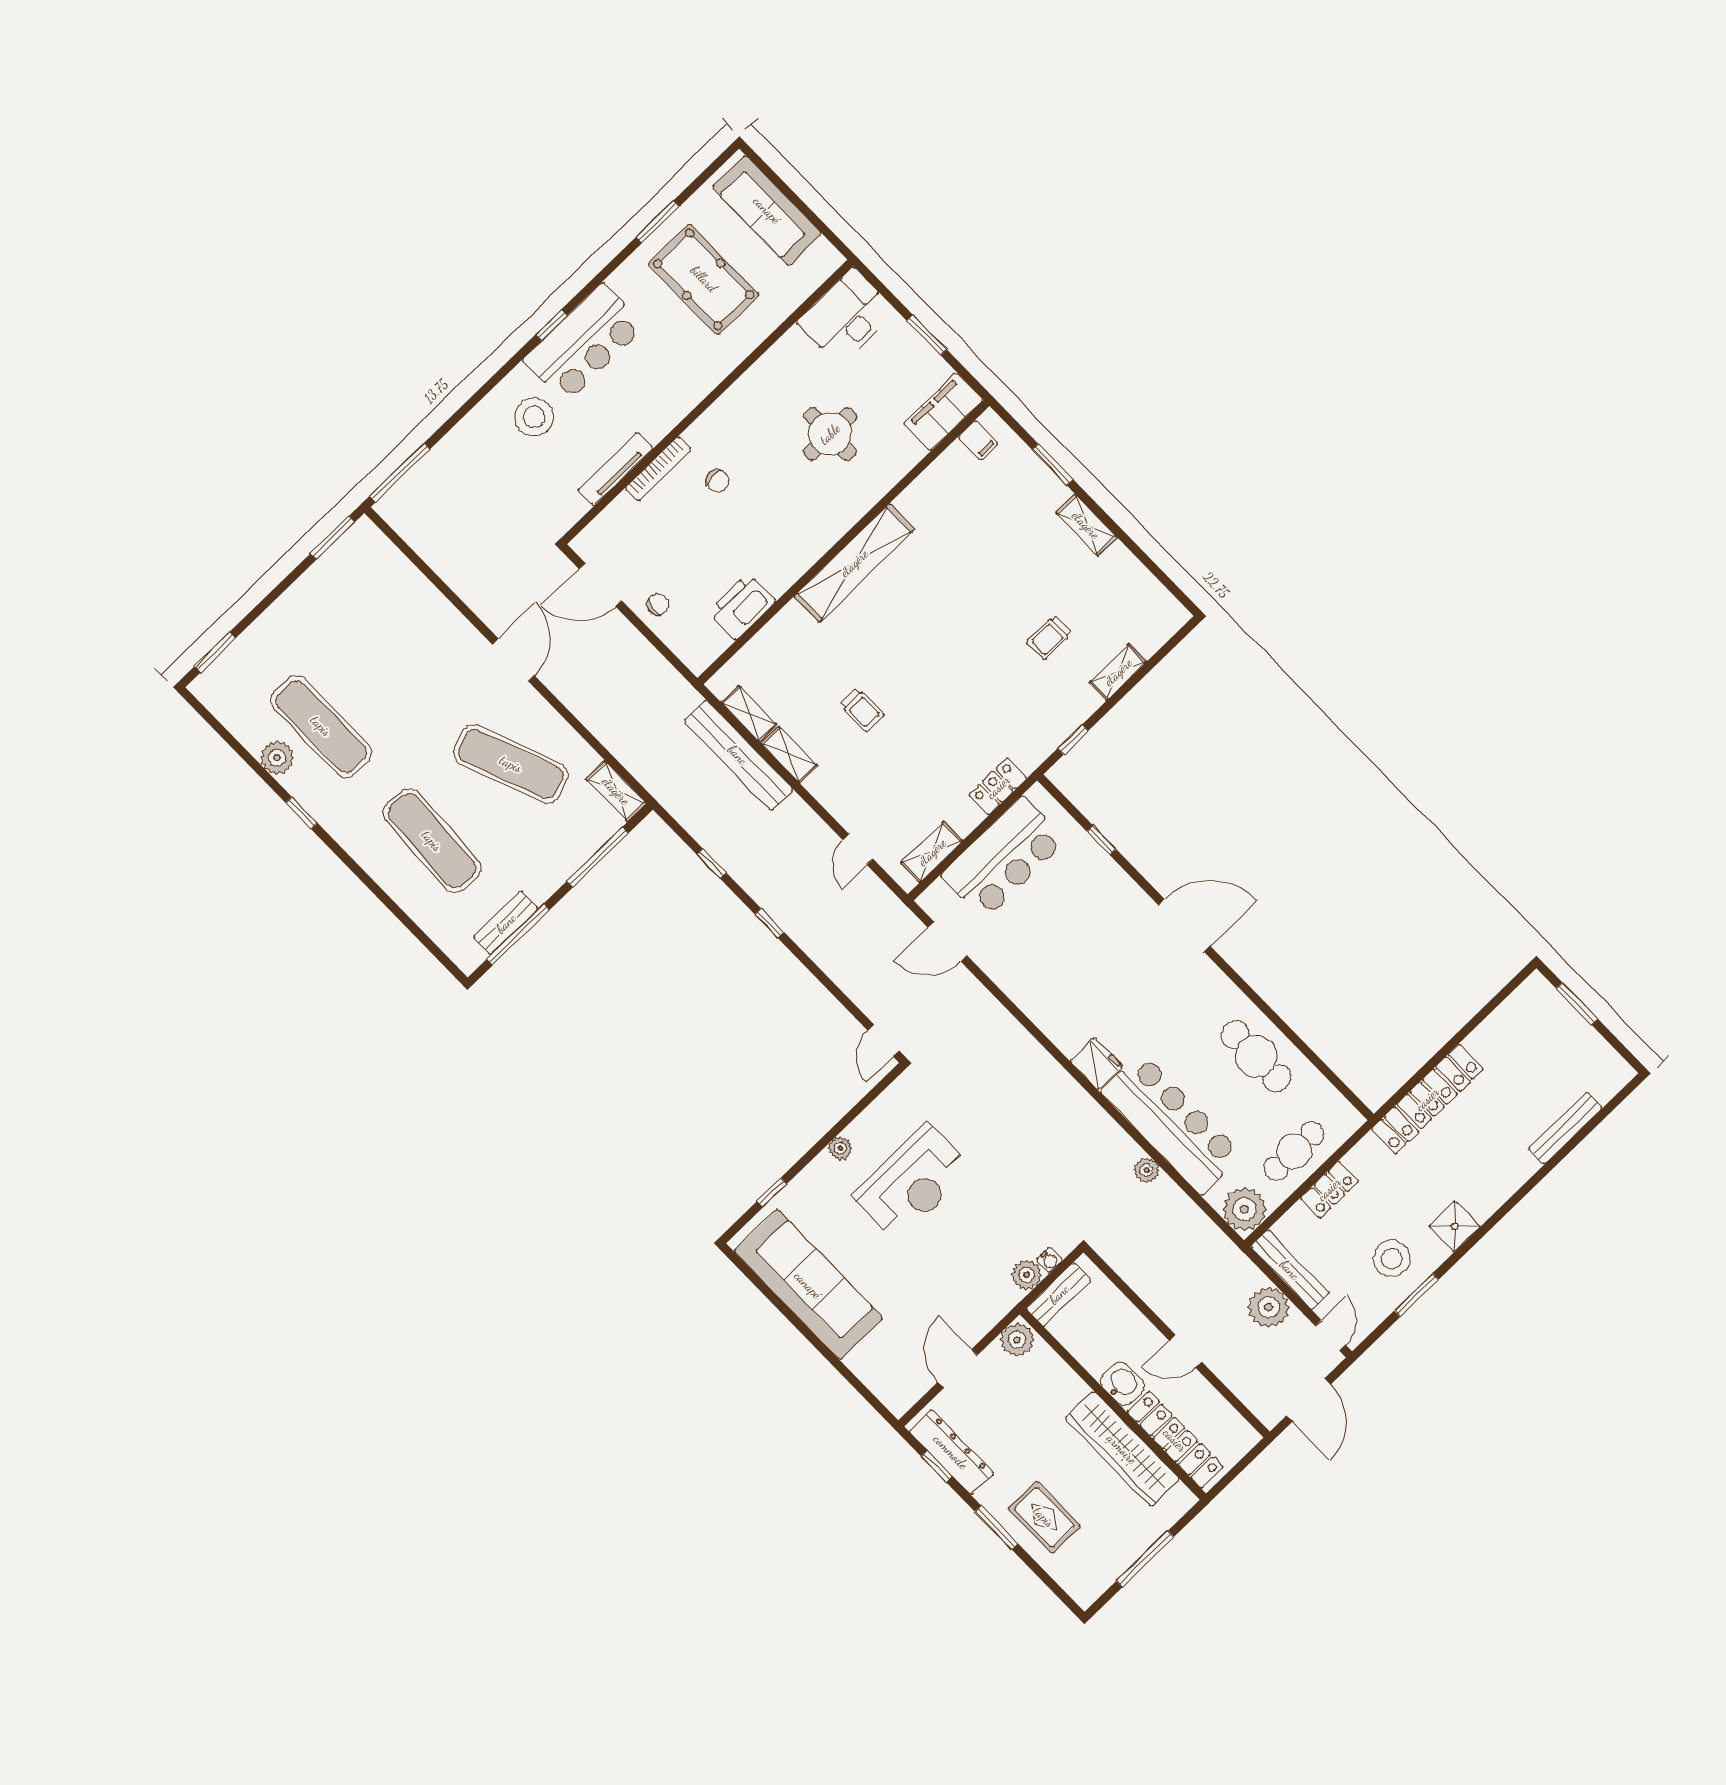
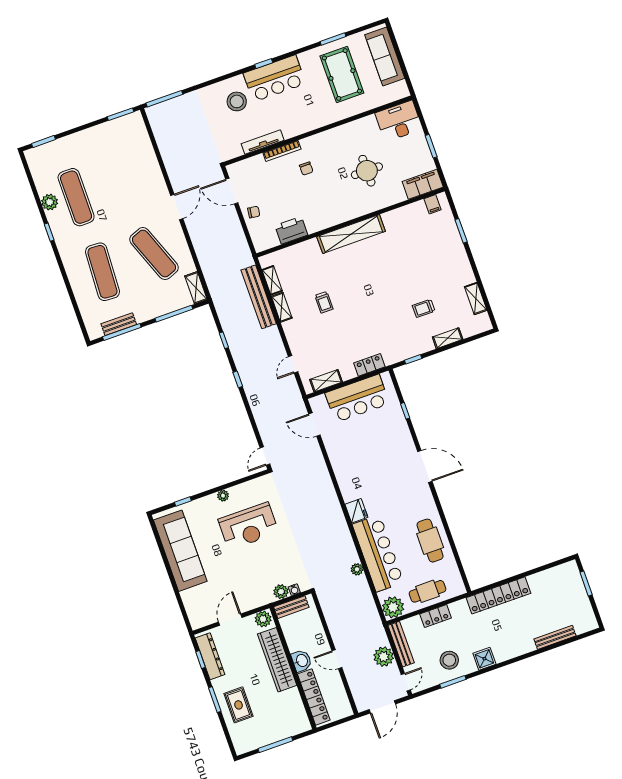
shelving: (1086, 525) -> (476, 298), moved
wardrobe: (1122, 1449) -> (277, 660), moved

